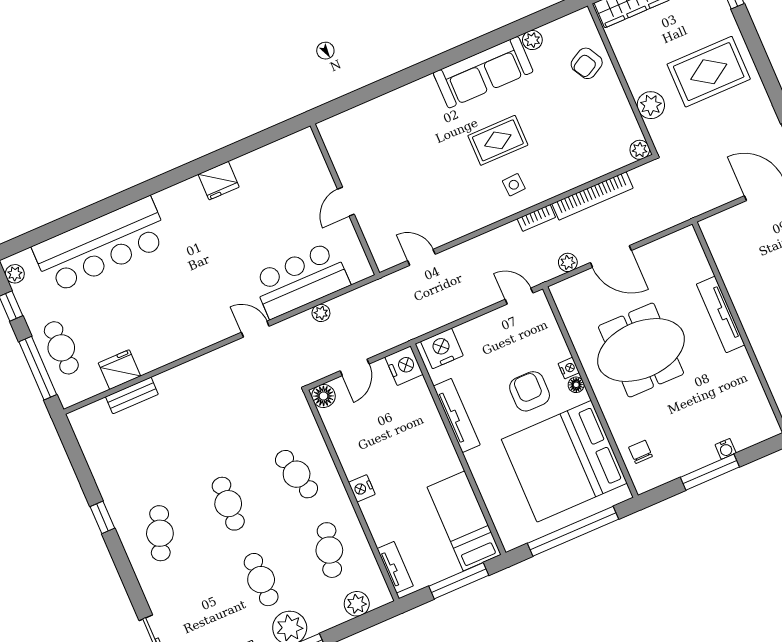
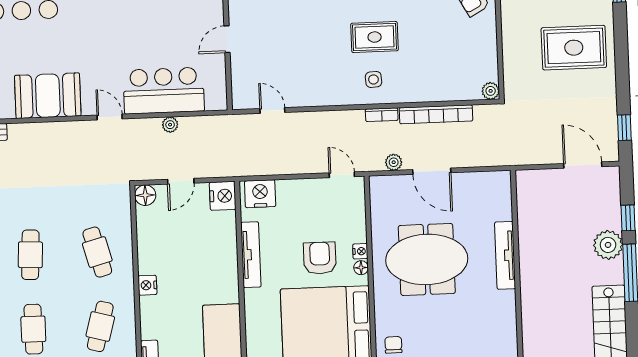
plant: (651, 105) -> (514, 57), removed
booth: (183, 332) -> (48, 96), added

